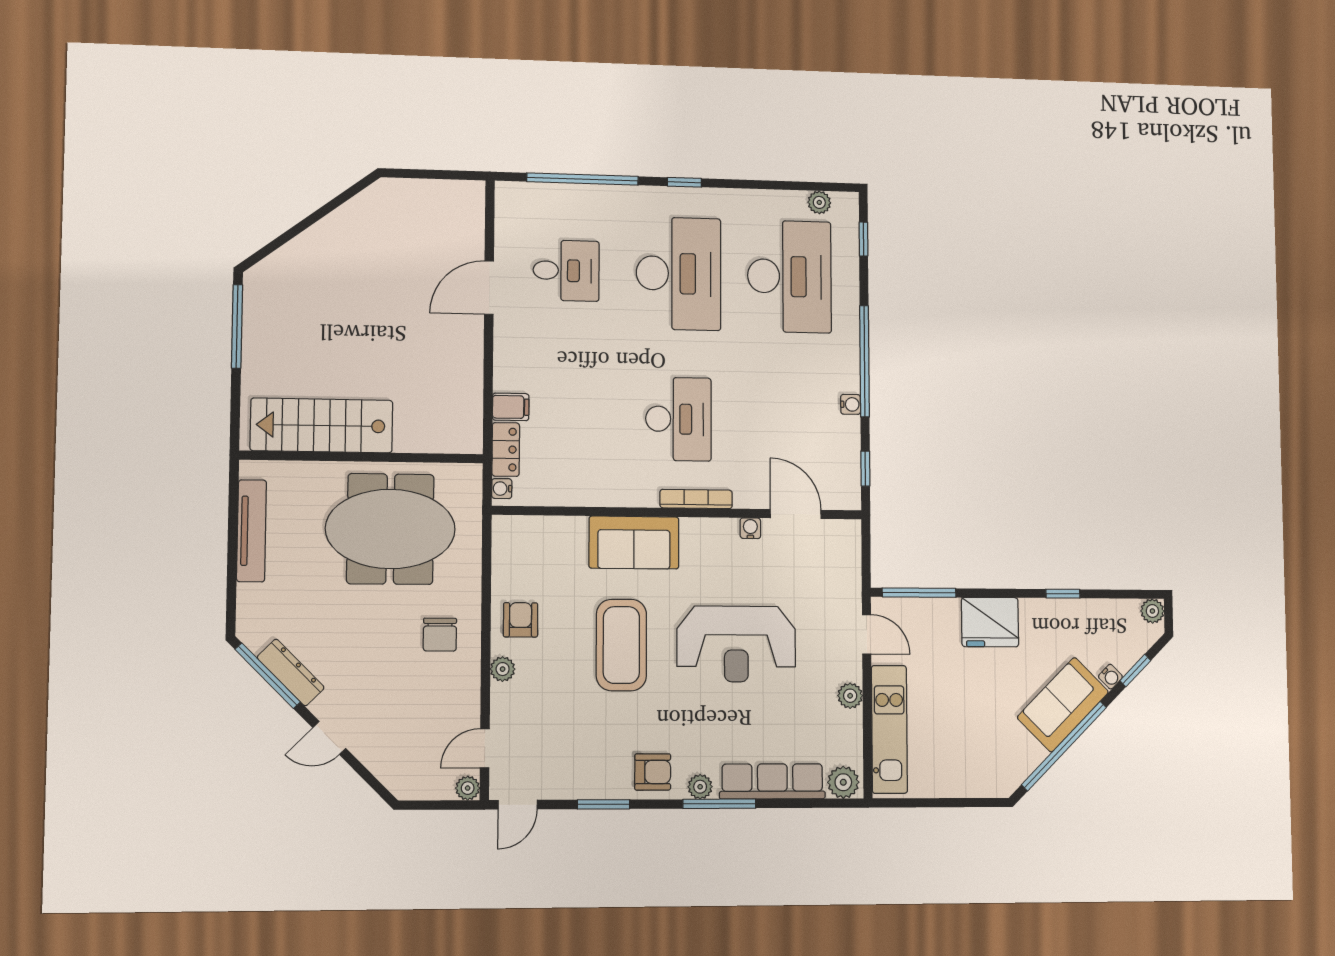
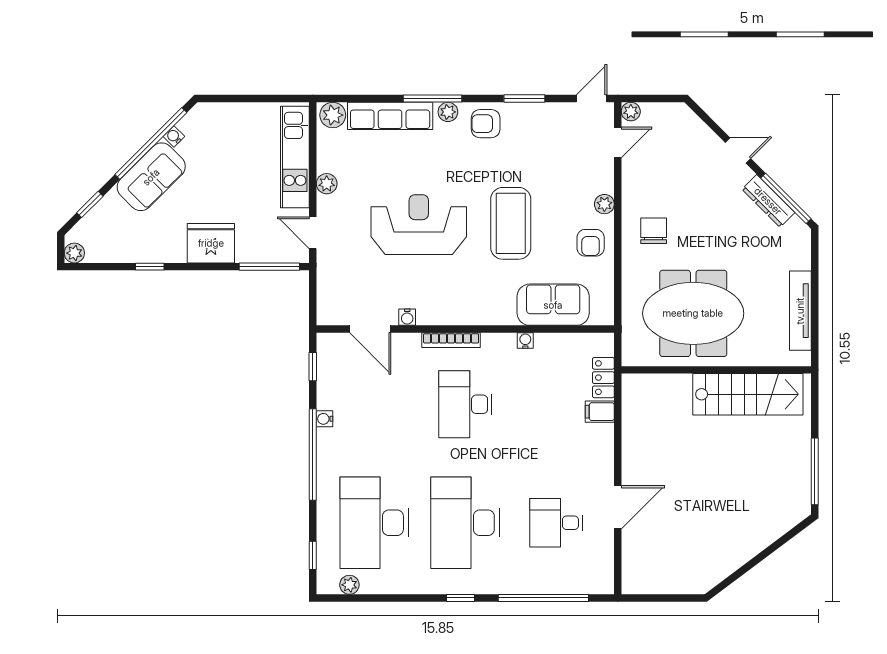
water cooler: (502, 489) -> (525, 341), moved, turned -90
sofa: (634, 543) -> (553, 305), moved
water cooler: (1110, 677) -> (174, 136), moved

